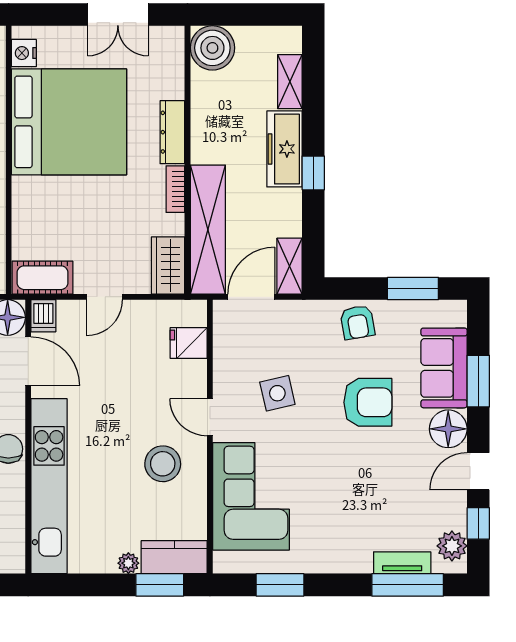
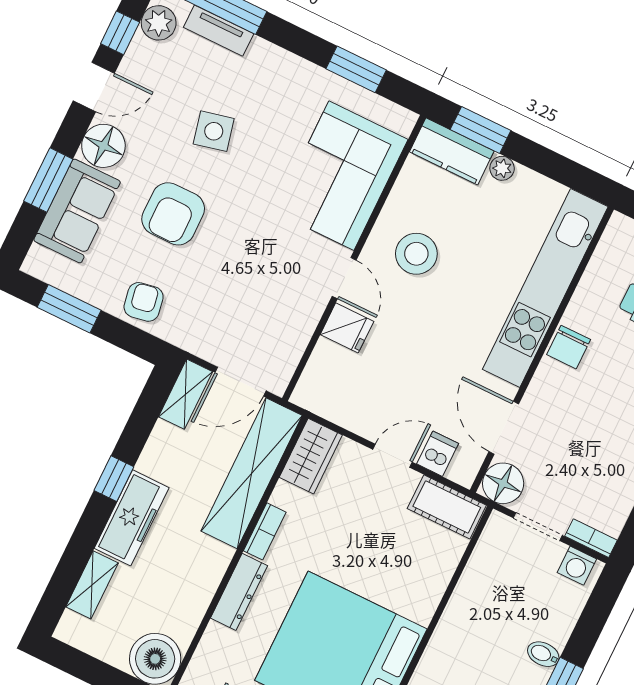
dishwasher: (43, 316) -> (438, 454), moved
fridge: (189, 343) -> (347, 328), moved
side table: (277, 393) -> (214, 131), moved
armchair: (368, 402) -> (173, 214), turned -90

